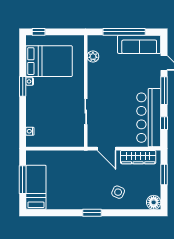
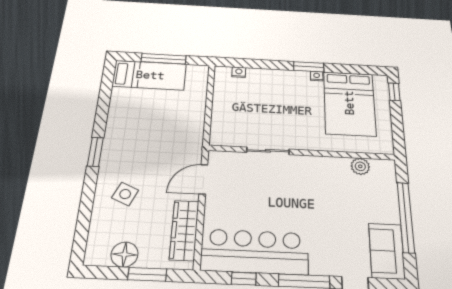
sofa: (139, 44) -> (387, 251), width x0.73
floor lamp: (154, 202) -> (124, 255), moved

